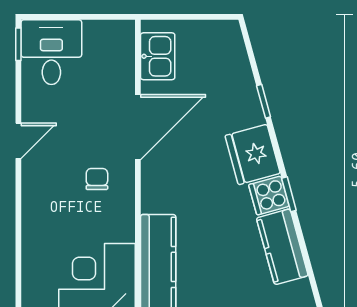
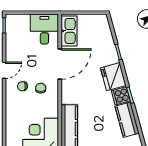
desk: (51, 52) -> (44, 29), moved
kitchen sink: (158, 56) -> (69, 31), width x1.38
chair: (58, 175) -> (22, 86), added

